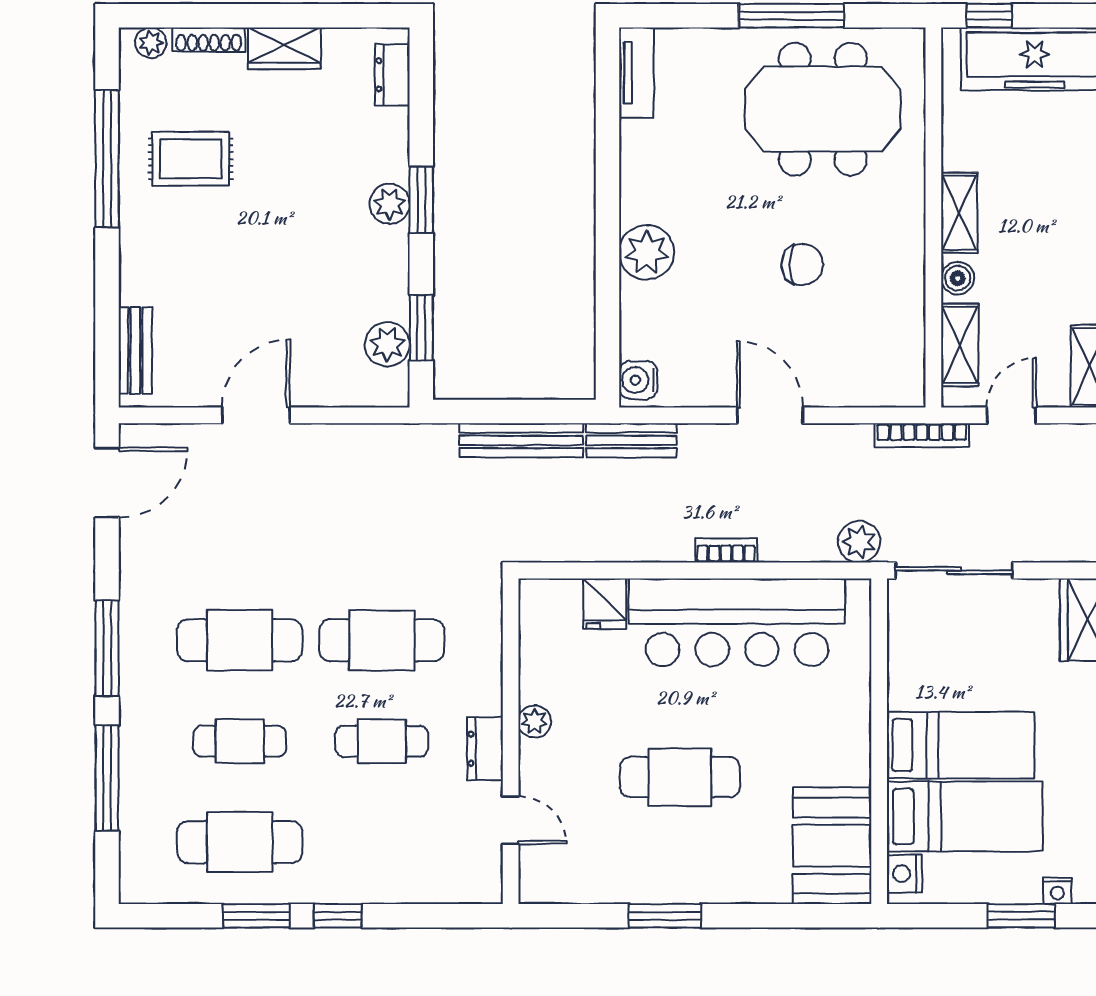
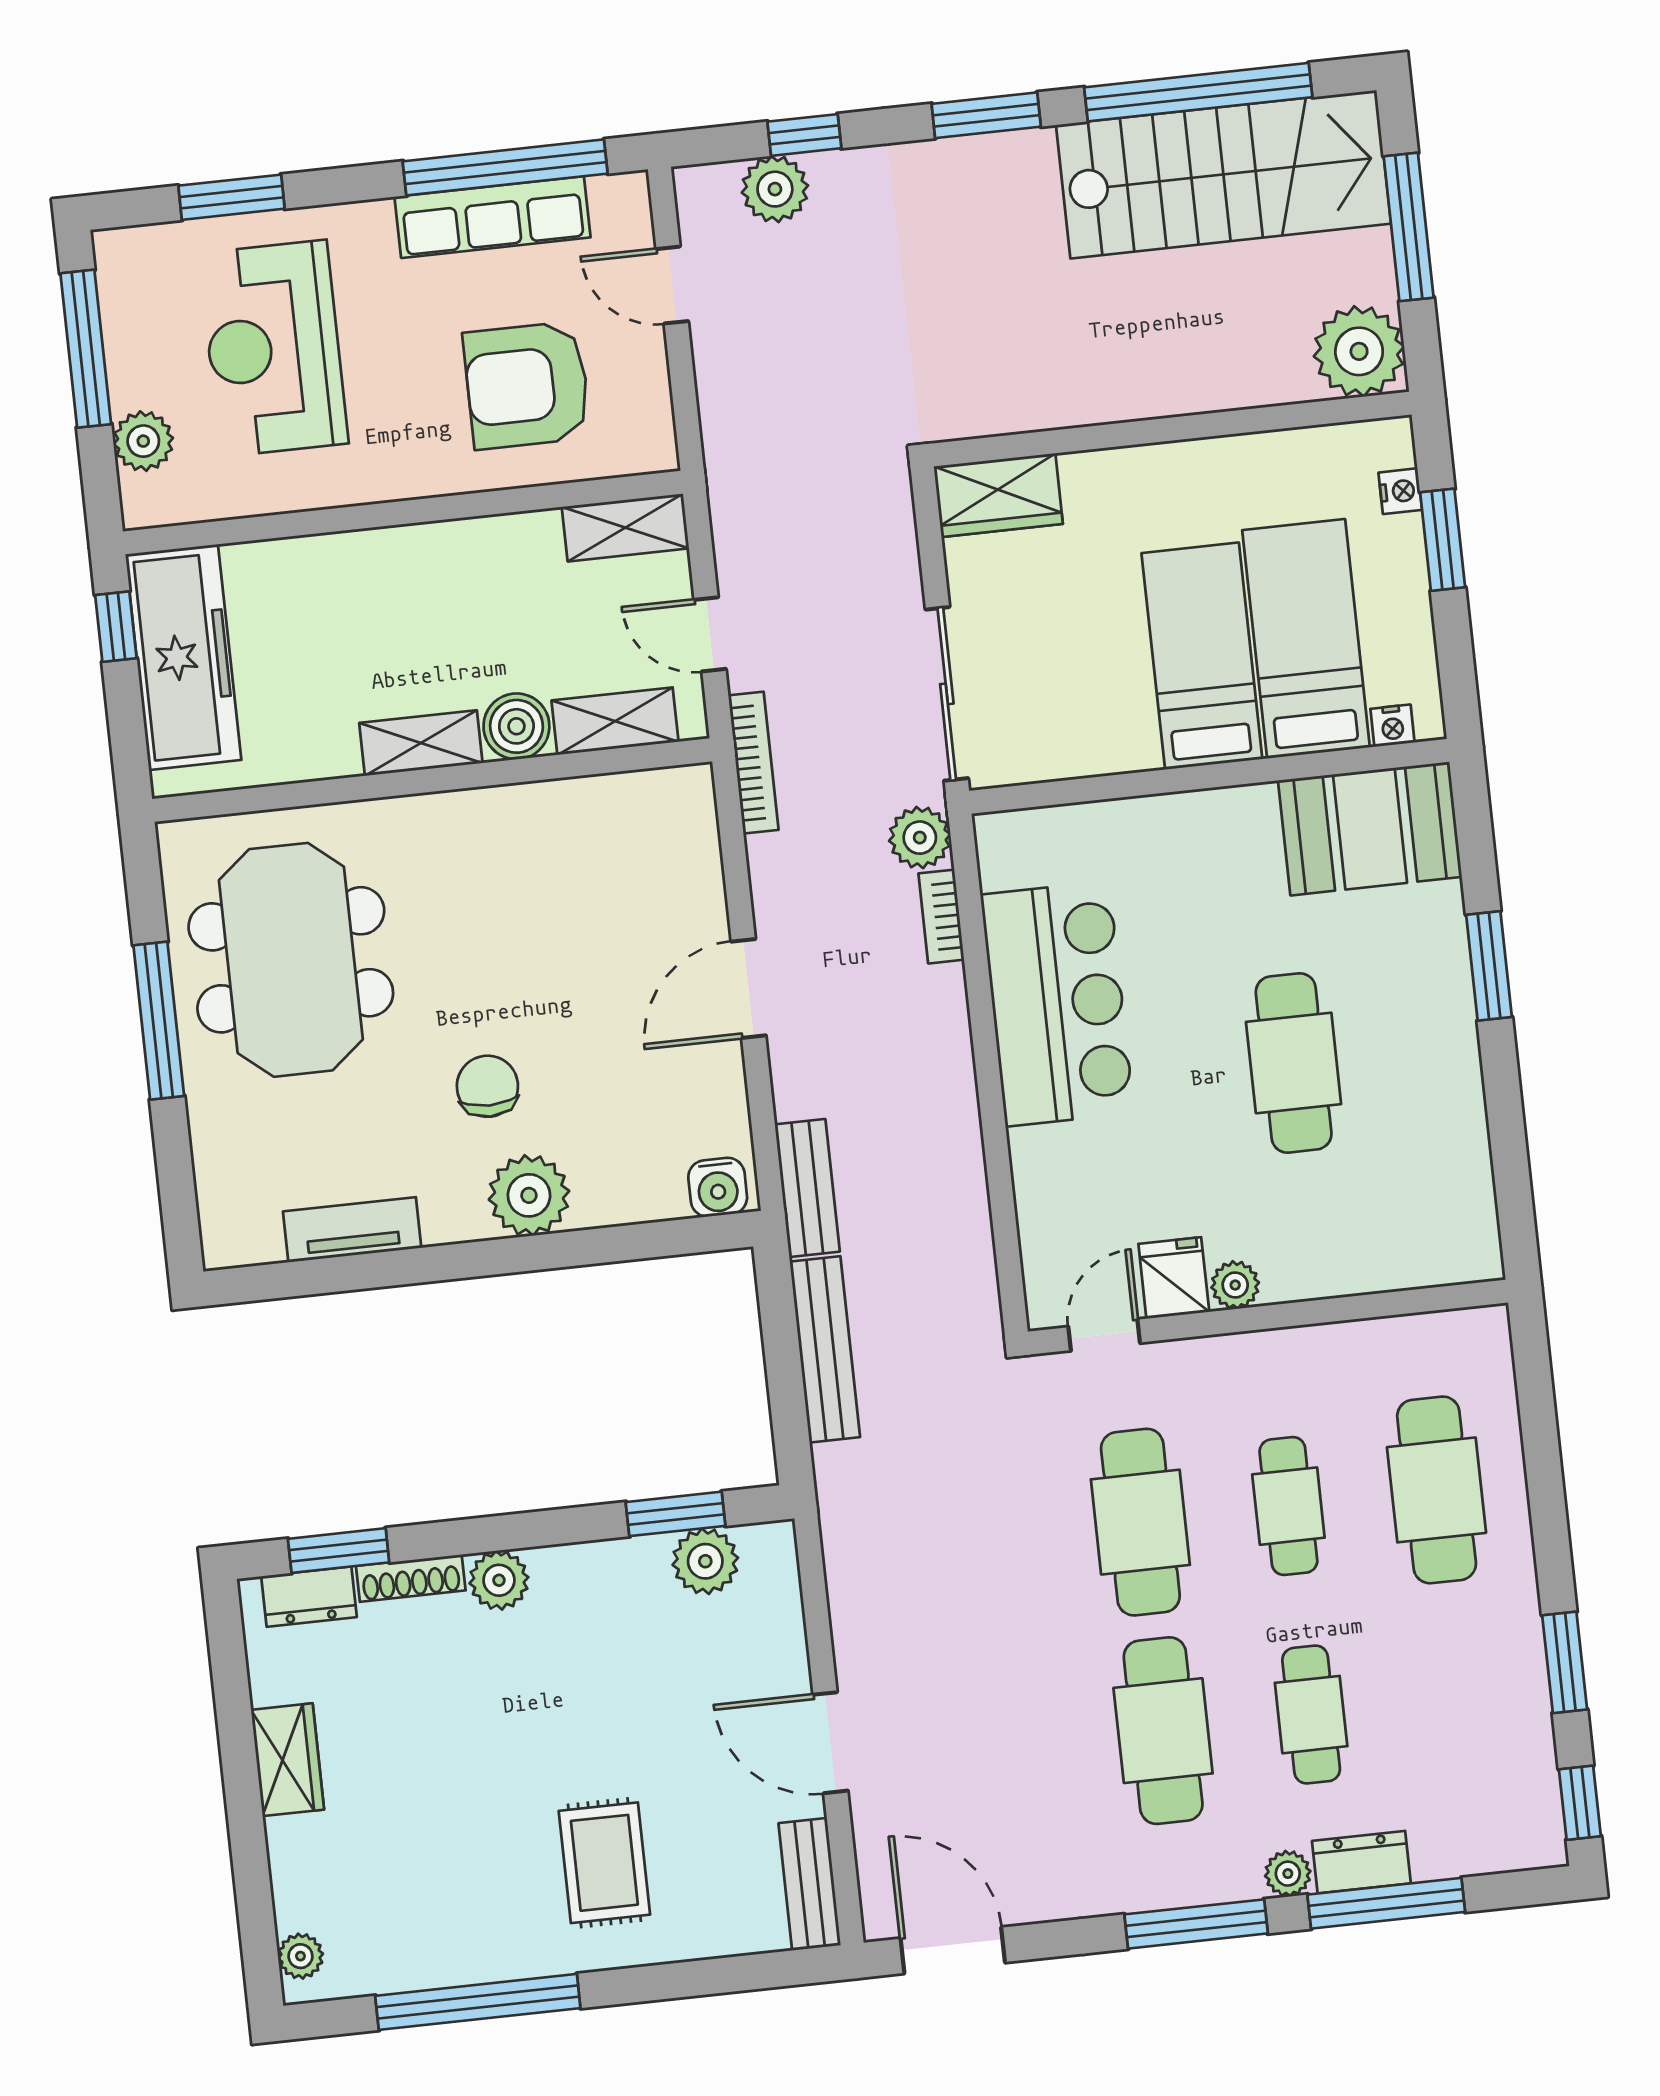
window: (989, 16) -> (116, 627), moved
shoe rack: (209, 40) -> (411, 1578), moved, turned 90
tv unit: (636, 73) -> (352, 1230), moved
rug: (191, 159) -> (604, 1863), moved
window: (421, 200) -> (339, 1551), moved
chair: (802, 265) -> (487, 1086), moved
boiler: (958, 278) -> (516, 726), width x1.36, depth x1.36
bench: (135, 351) -> (810, 1884), moved, turned 90
bookcase: (726, 550) -> (941, 917), moved
fridge: (605, 604) -> (1174, 1278), moved, turned -90
bar counter: (737, 622) -> (1057, 1004), width x0.73
plant: (134, 714) -> (1288, 1874), added
dresser: (485, 749) -> (1361, 1862), moved, turned 180
door: (511, 820) -> (1104, 1335), moved
cafe table: (240, 842) -> (1437, 1490), moved
nightstand: (904, 874) -> (1392, 726), width x0.72, depth x0.74
window: (338, 916) -> (1580, 1803), moved
window: (665, 916) -> (1489, 966), moved

